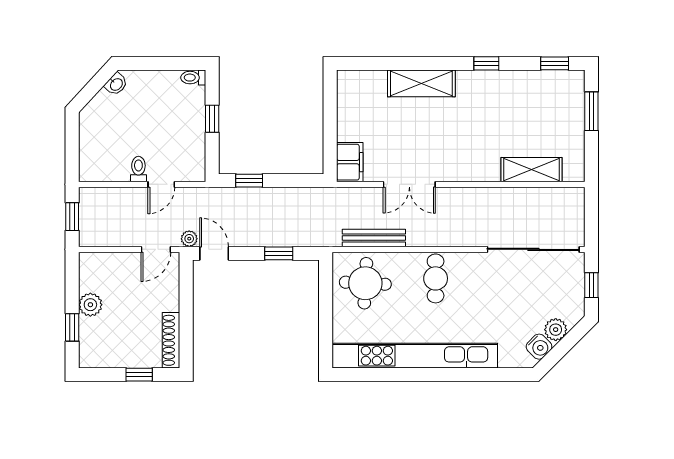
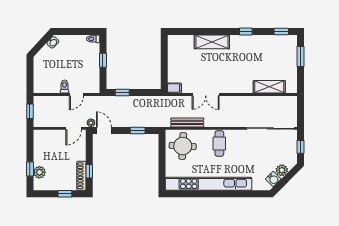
filing cabinet: (350, 162) -> (175, 88), width x0.50
plant: (90, 305) -> (39, 172), moved
window: (186, 332) -> (89, 171), added

